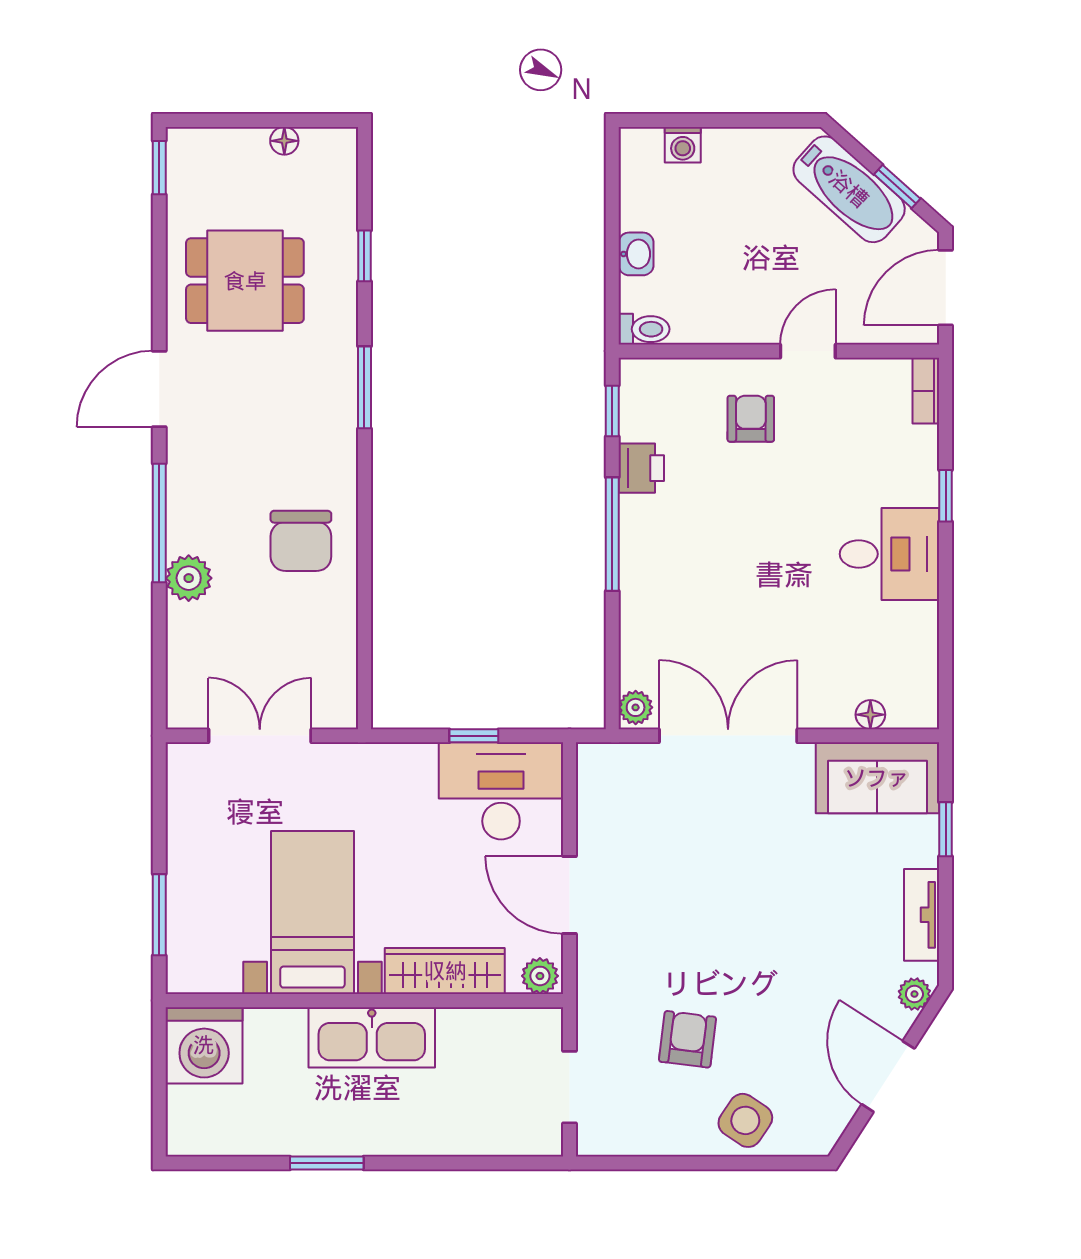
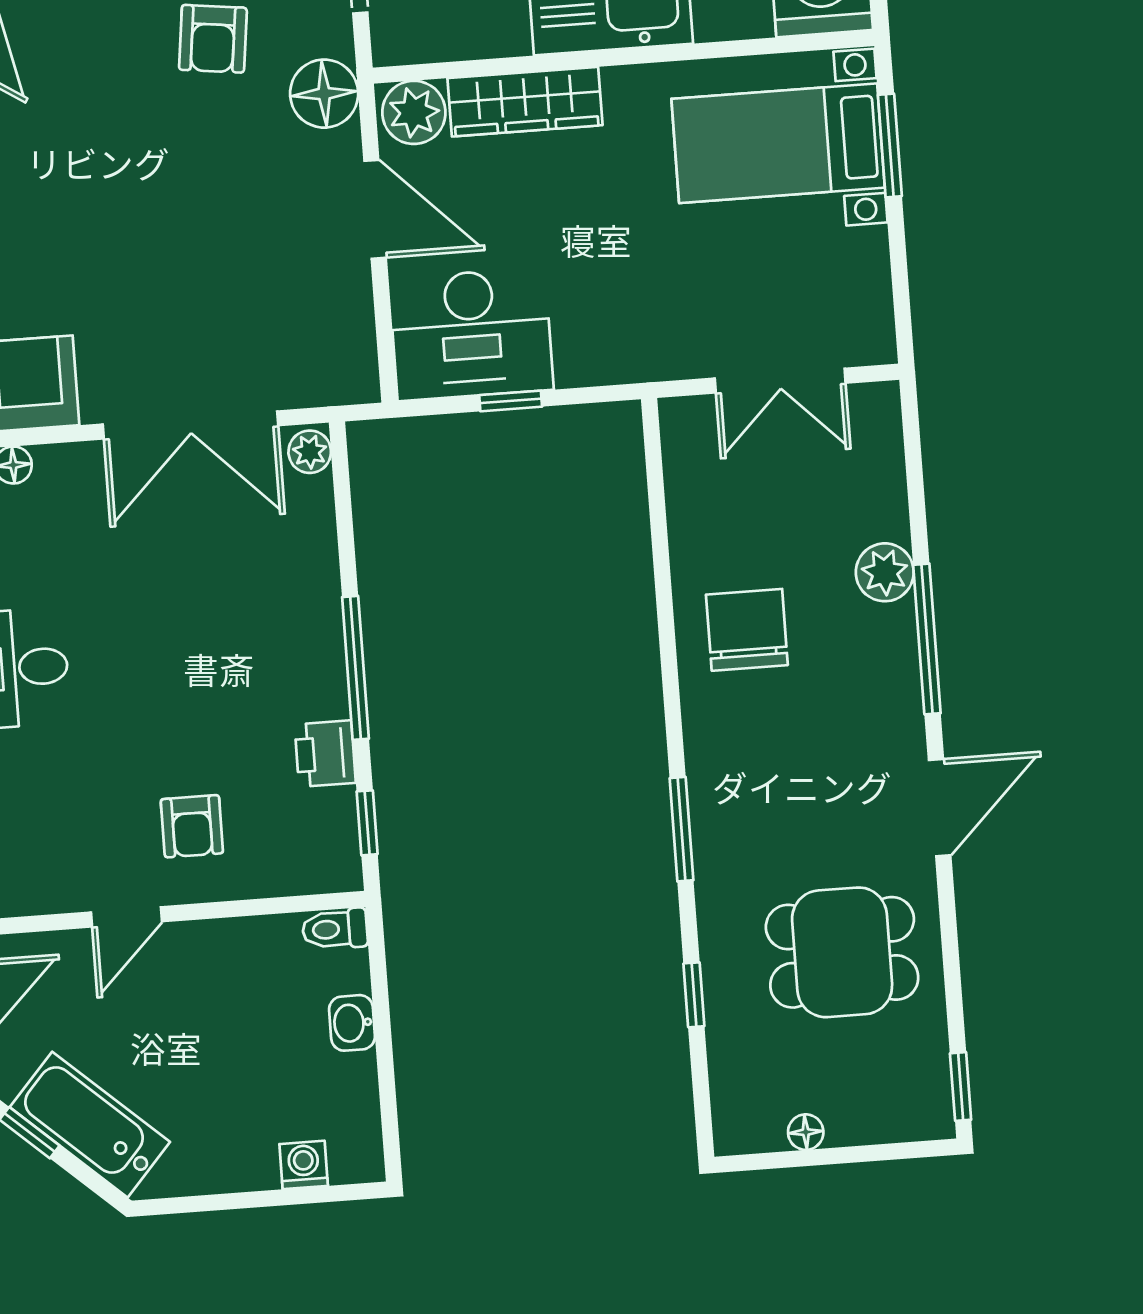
bed with nightstands: (312, 913) -> (778, 143), moved, turned 90
plant: (540, 976) -> (414, 112), width x1.38, depth x1.38
floor lamp: (603, 989) -> (324, 94), added

